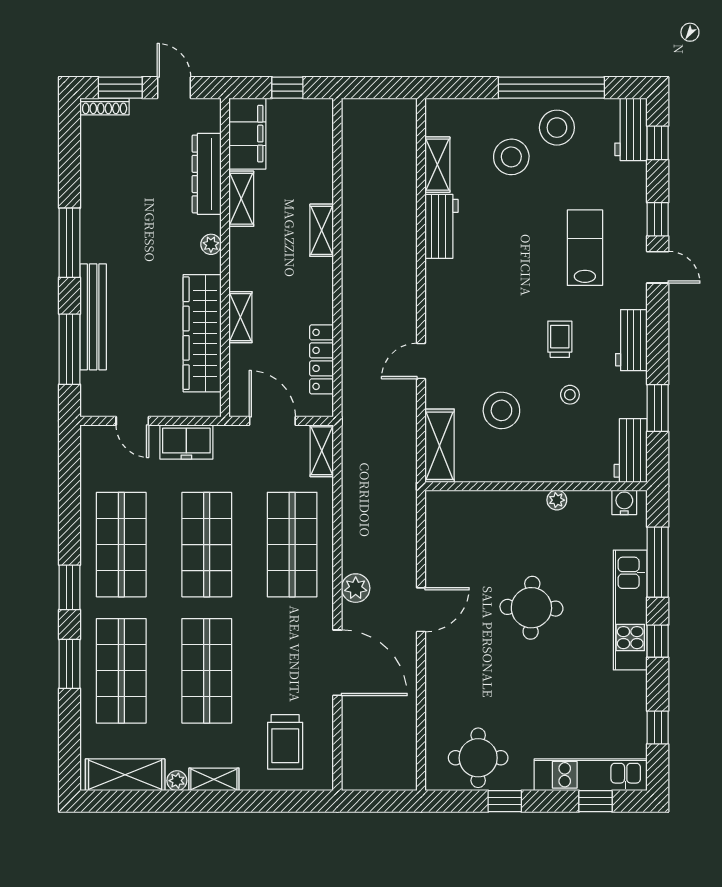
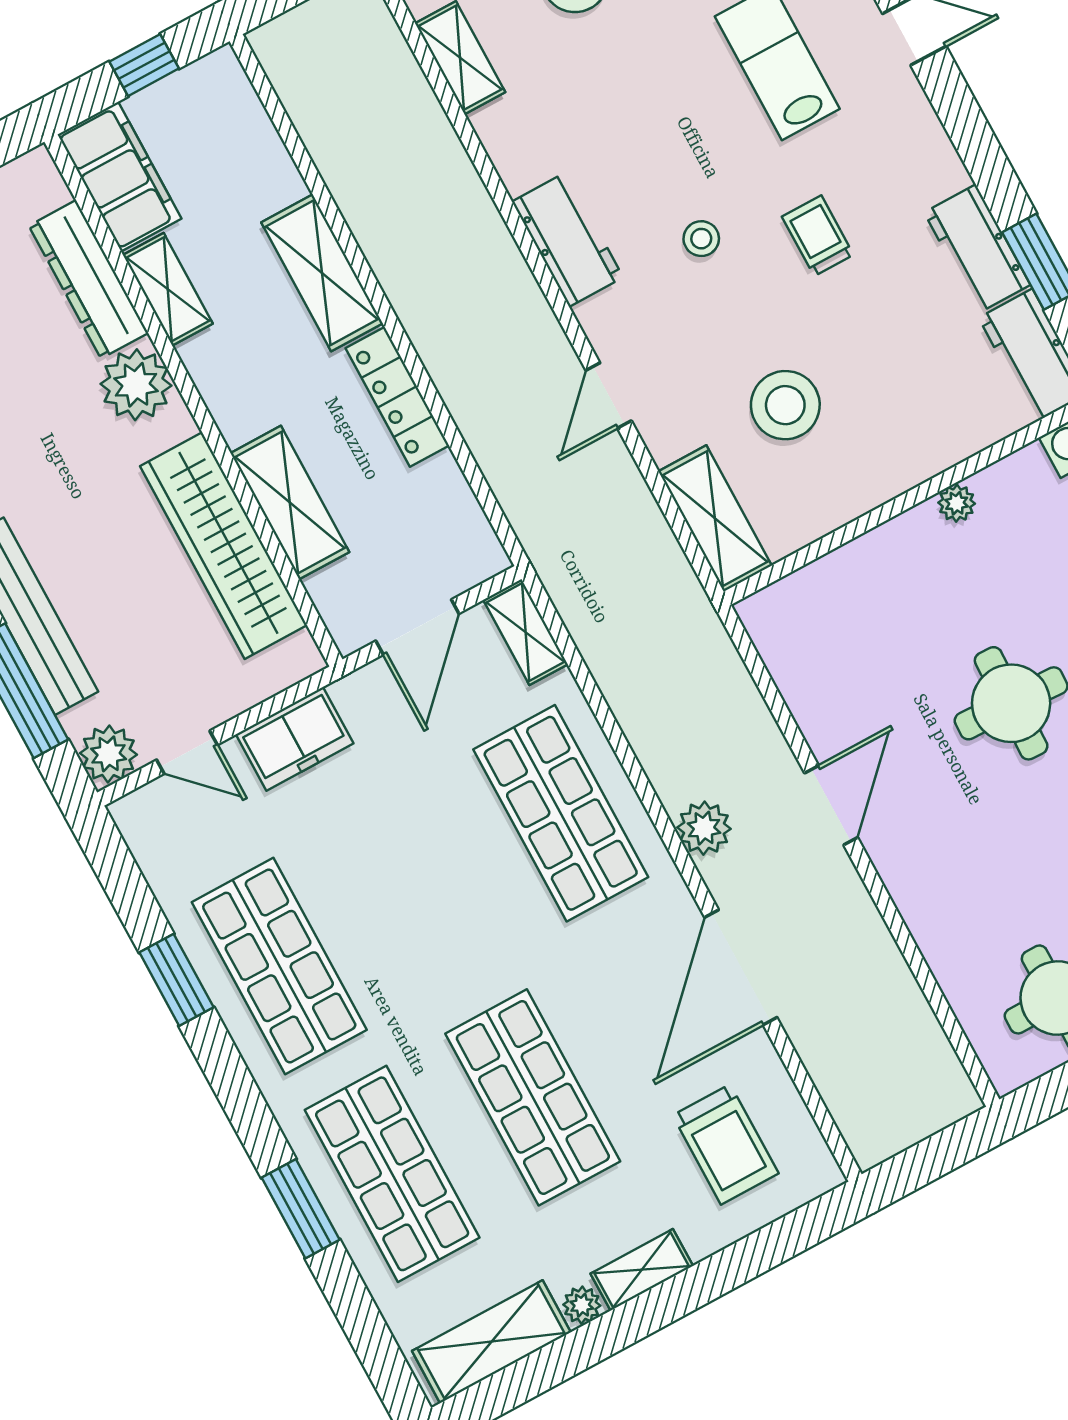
workbench: (442, 226) -> (568, 240), moved
shelving: (322, 230) -> (322, 273), width x1.50, depth x1.33
plant: (211, 244) -> (136, 385), width x1.87, depth x1.87
shelving: (240, 317) -> (290, 503), width x1.50, depth x1.33
workbench: (631, 340) -> (977, 249), moved
locker: (322, 359) -> (397, 397), moved
stool: (570, 395) -> (701, 239), moved
plant: (95, 402) -> (109, 754), added
door: (272, 421) -> (417, 627), swing flipped
shop shelf: (207, 545) -> (420, 890), removed
window: (70, 587) -> (176, 980), moved
door: (337, 663) -> (741, 967), swing flipped

